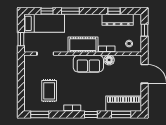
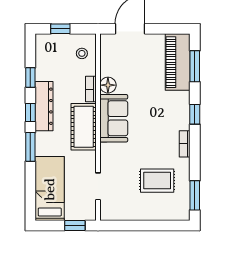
window: (47, 11) -> (30, 112), moved
dresser: (118, 20) -> (44, 106), moved

